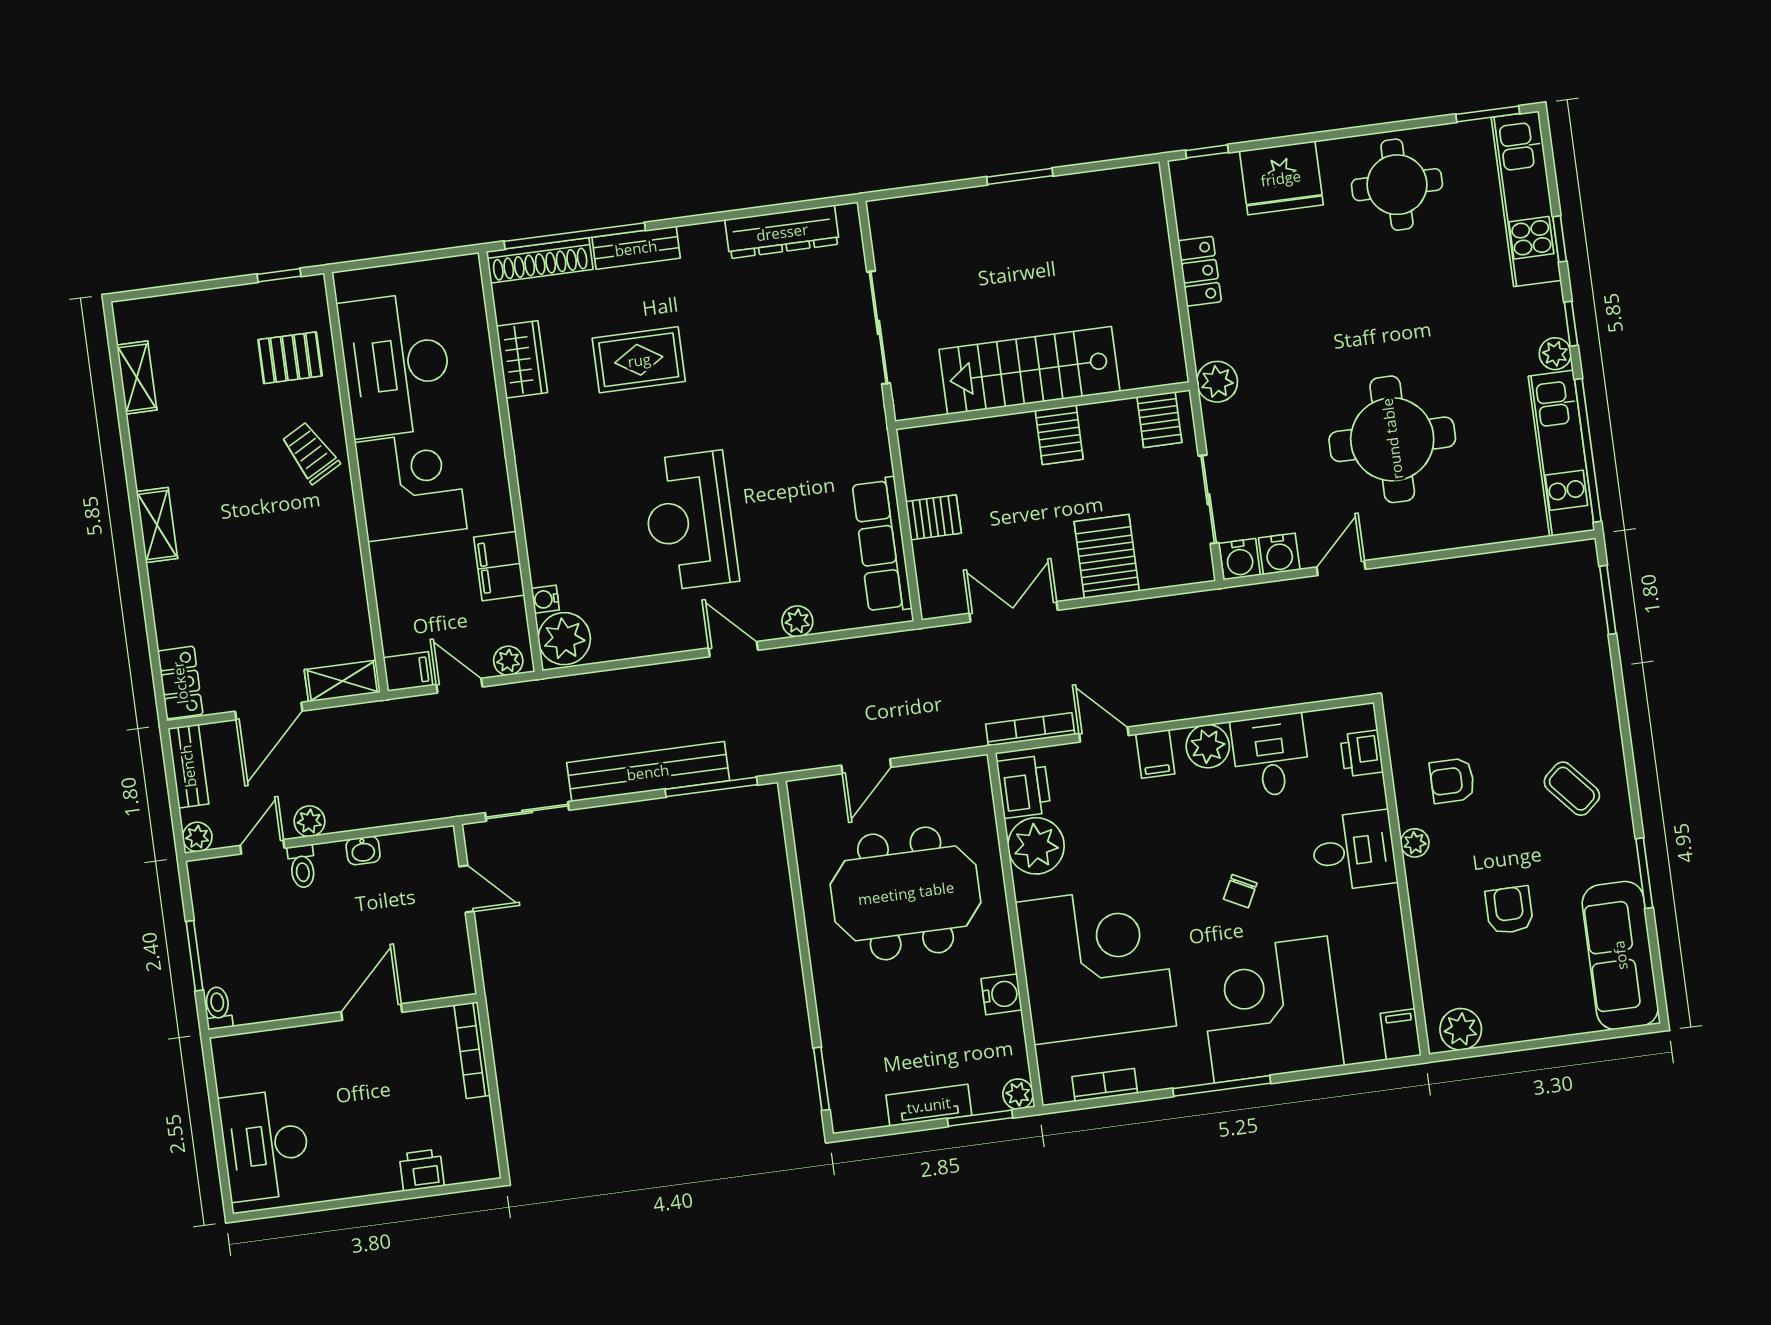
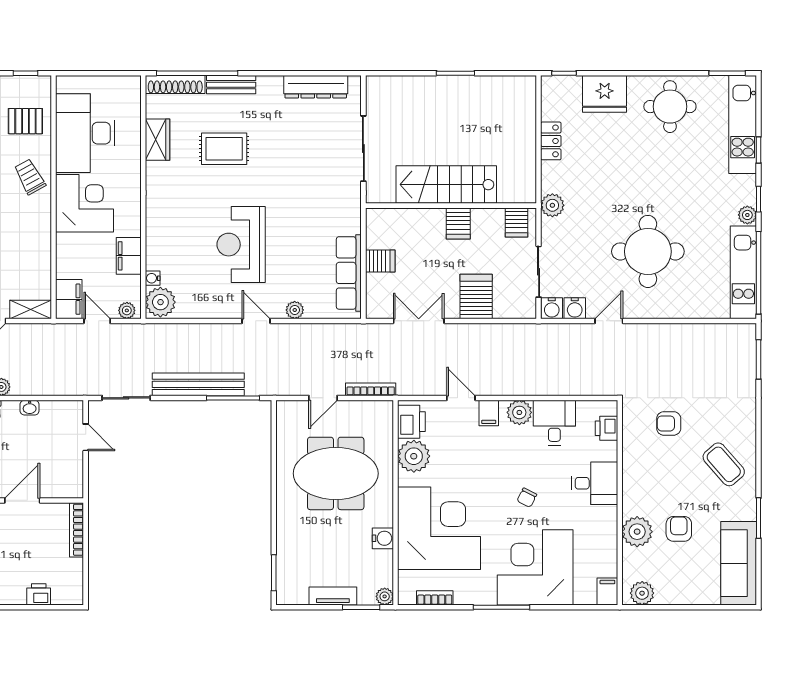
filing cabinet: (408, 672) -> (69, 299), width x2.00
bookcase: (1030, 729) -> (371, 389), moved
armchair: (1452, 781) -> (669, 423), moved
coffee table: (1572, 789) -> (724, 464), width x1.36, depth x1.30
plant: (1415, 843) -> (637, 532), moved, width x1.88, depth x1.88

